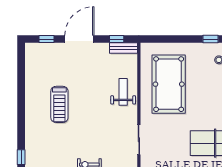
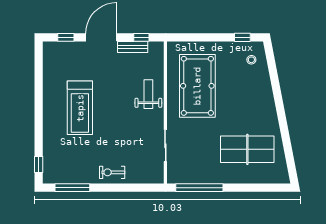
bench: (124, 48) -> (133, 47), moved
treadmill: (59, 104) -> (80, 108), width x1.37, depth x1.38

